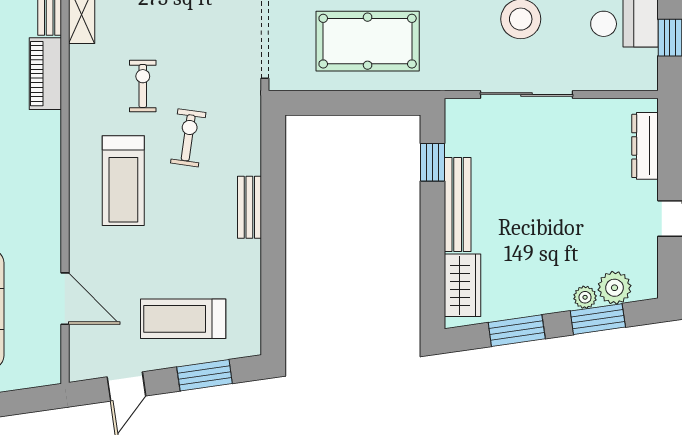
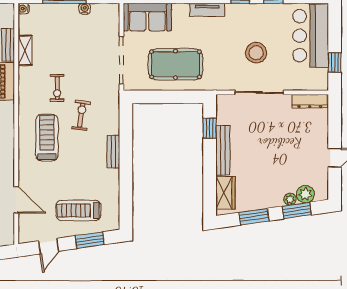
exercise bike: (143, 86) -> (57, 88), turned 180
dresser: (645, 146) -> (310, 101), moved, turned -90
treadmill: (123, 181) -> (47, 138), turned 180

